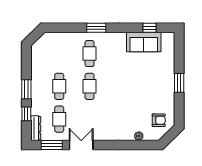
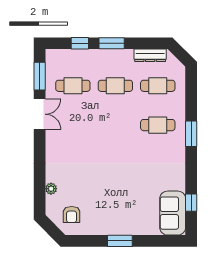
sofa: (144, 42) -> (173, 213), moved
cafe table: (90, 86) -> (158, 86), moved
dresser: (36, 128) -> (150, 55), moved

